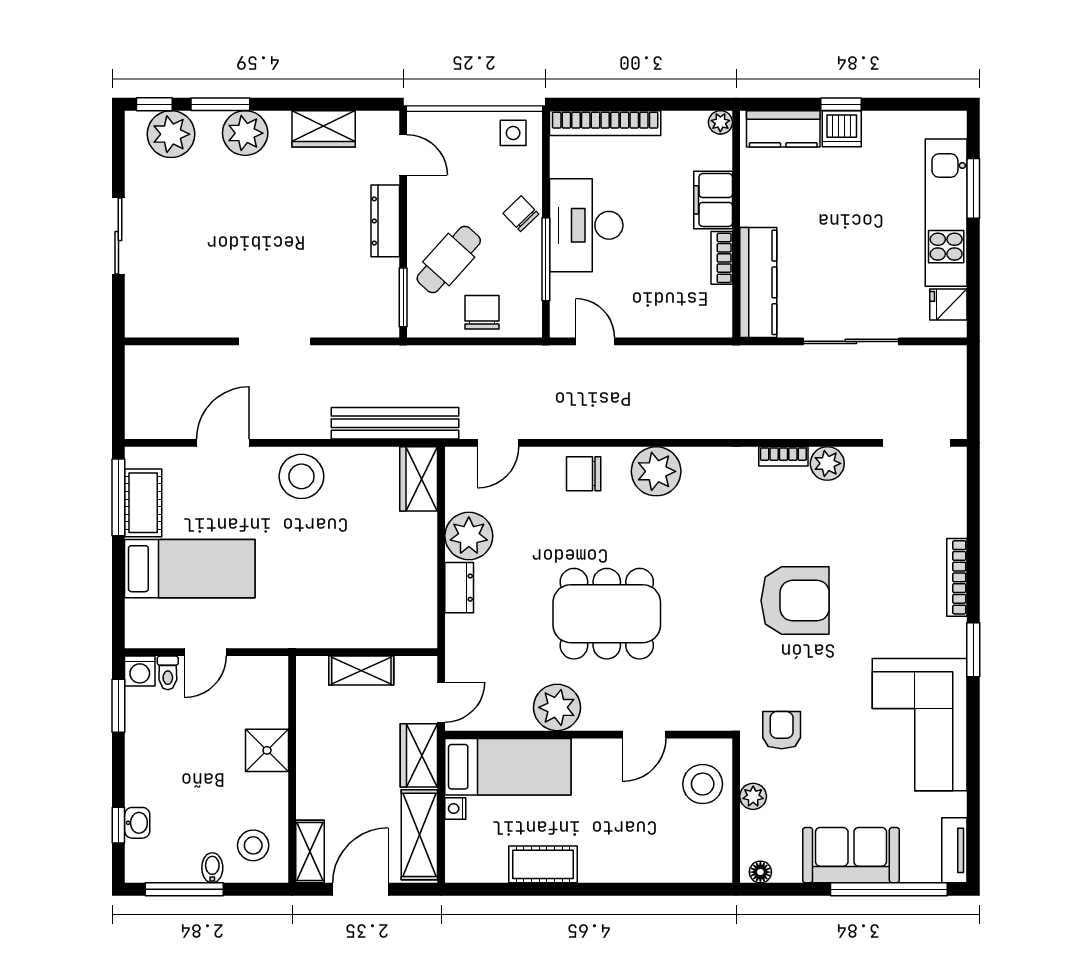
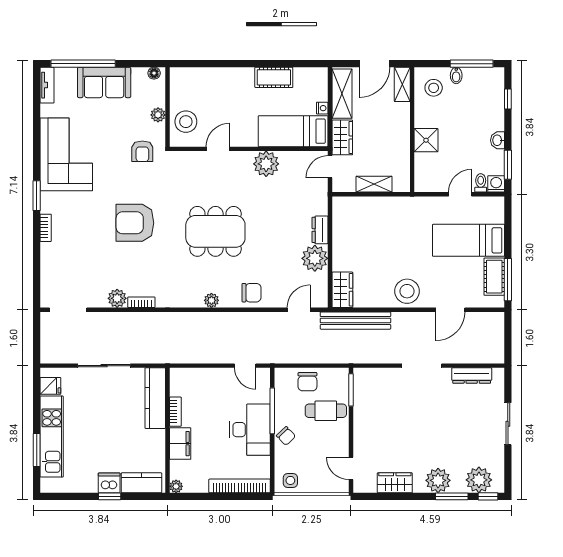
dresser: (385, 221) -> (472, 375), moved, turned 90
cafe table: (449, 259) -> (326, 411), turned 48
plant: (656, 471) -> (211, 300), width x0.53, depth x0.53
bookcase: (957, 577) -> (46, 228), width x0.64
dining table: (607, 614) -> (215, 231), moved
washbasin: (137, 823) -> (498, 140), moved

